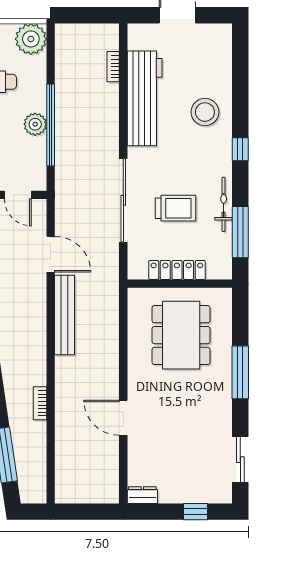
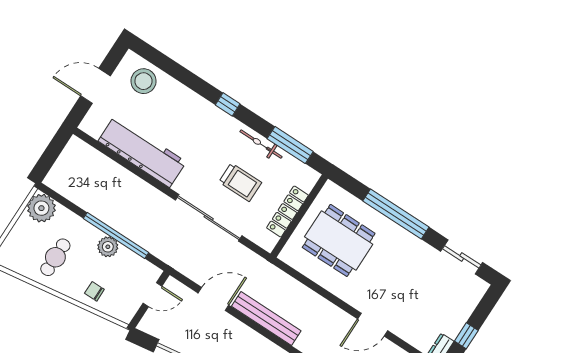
bookcase: (113, 67) -> (103, 160), removed
stool: (205, 112) -> (143, 81), moved
trolley: (176, 208) -> (240, 182), turned 90
window: (240, 372) -> (396, 214), width x1.46
window: (196, 512) -> (466, 336), moved

